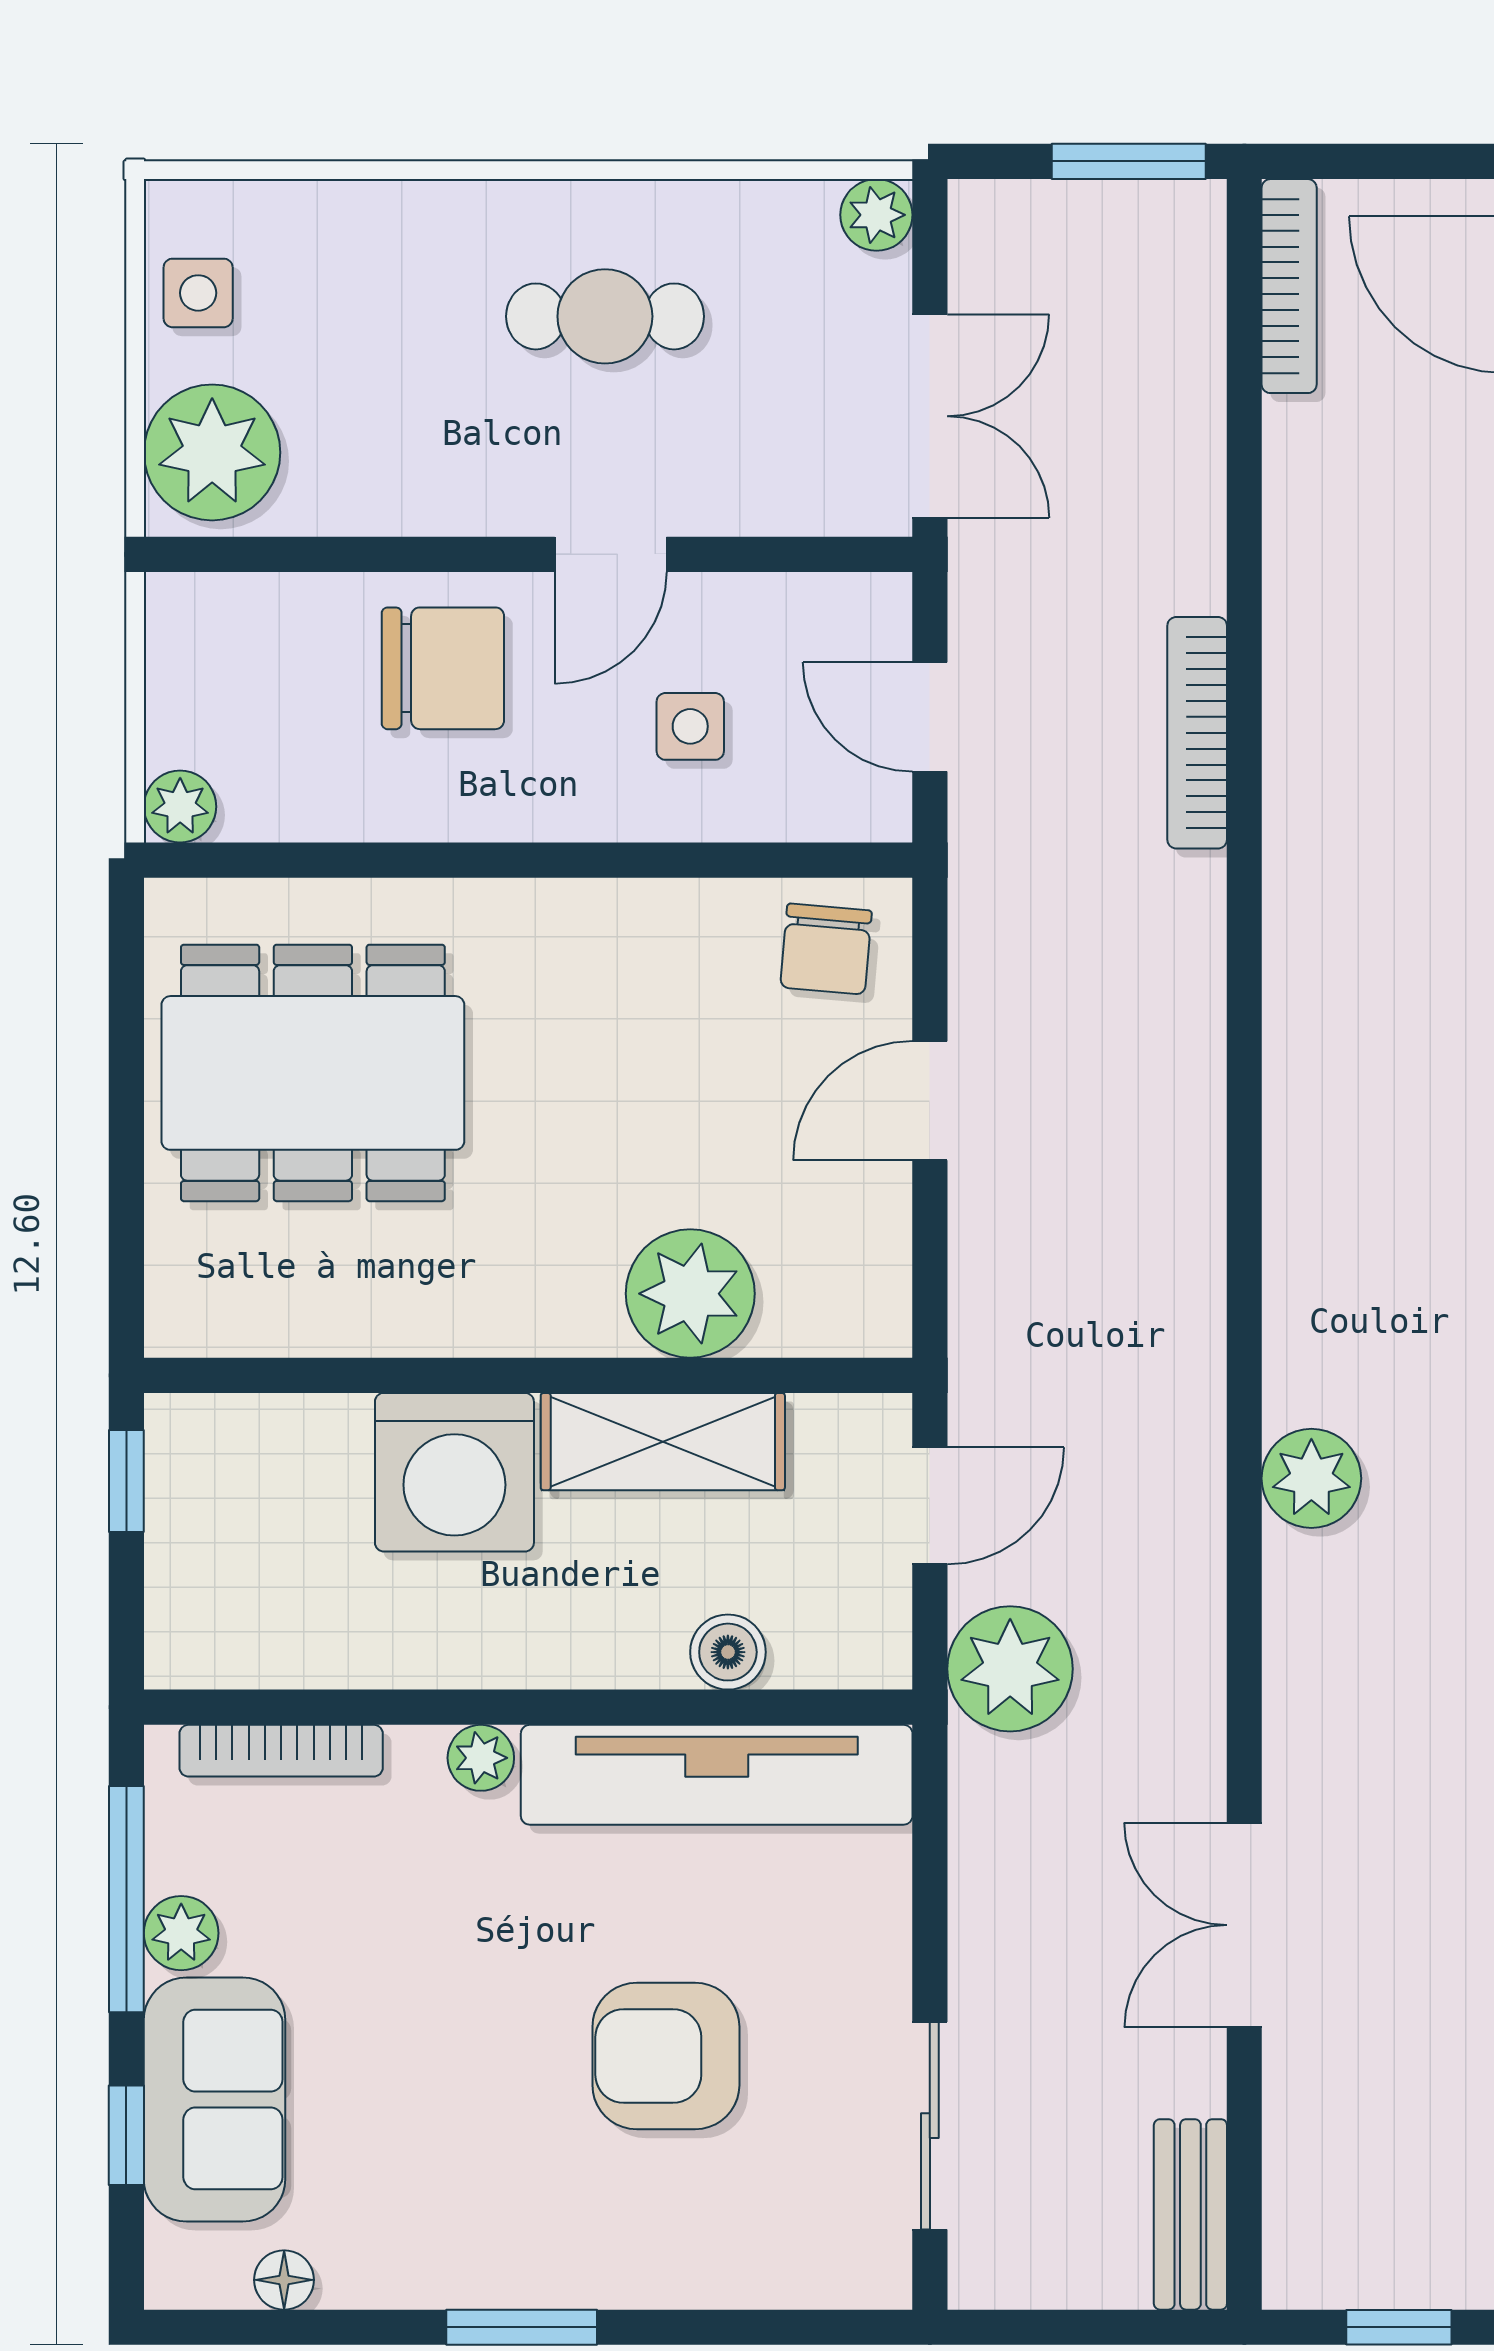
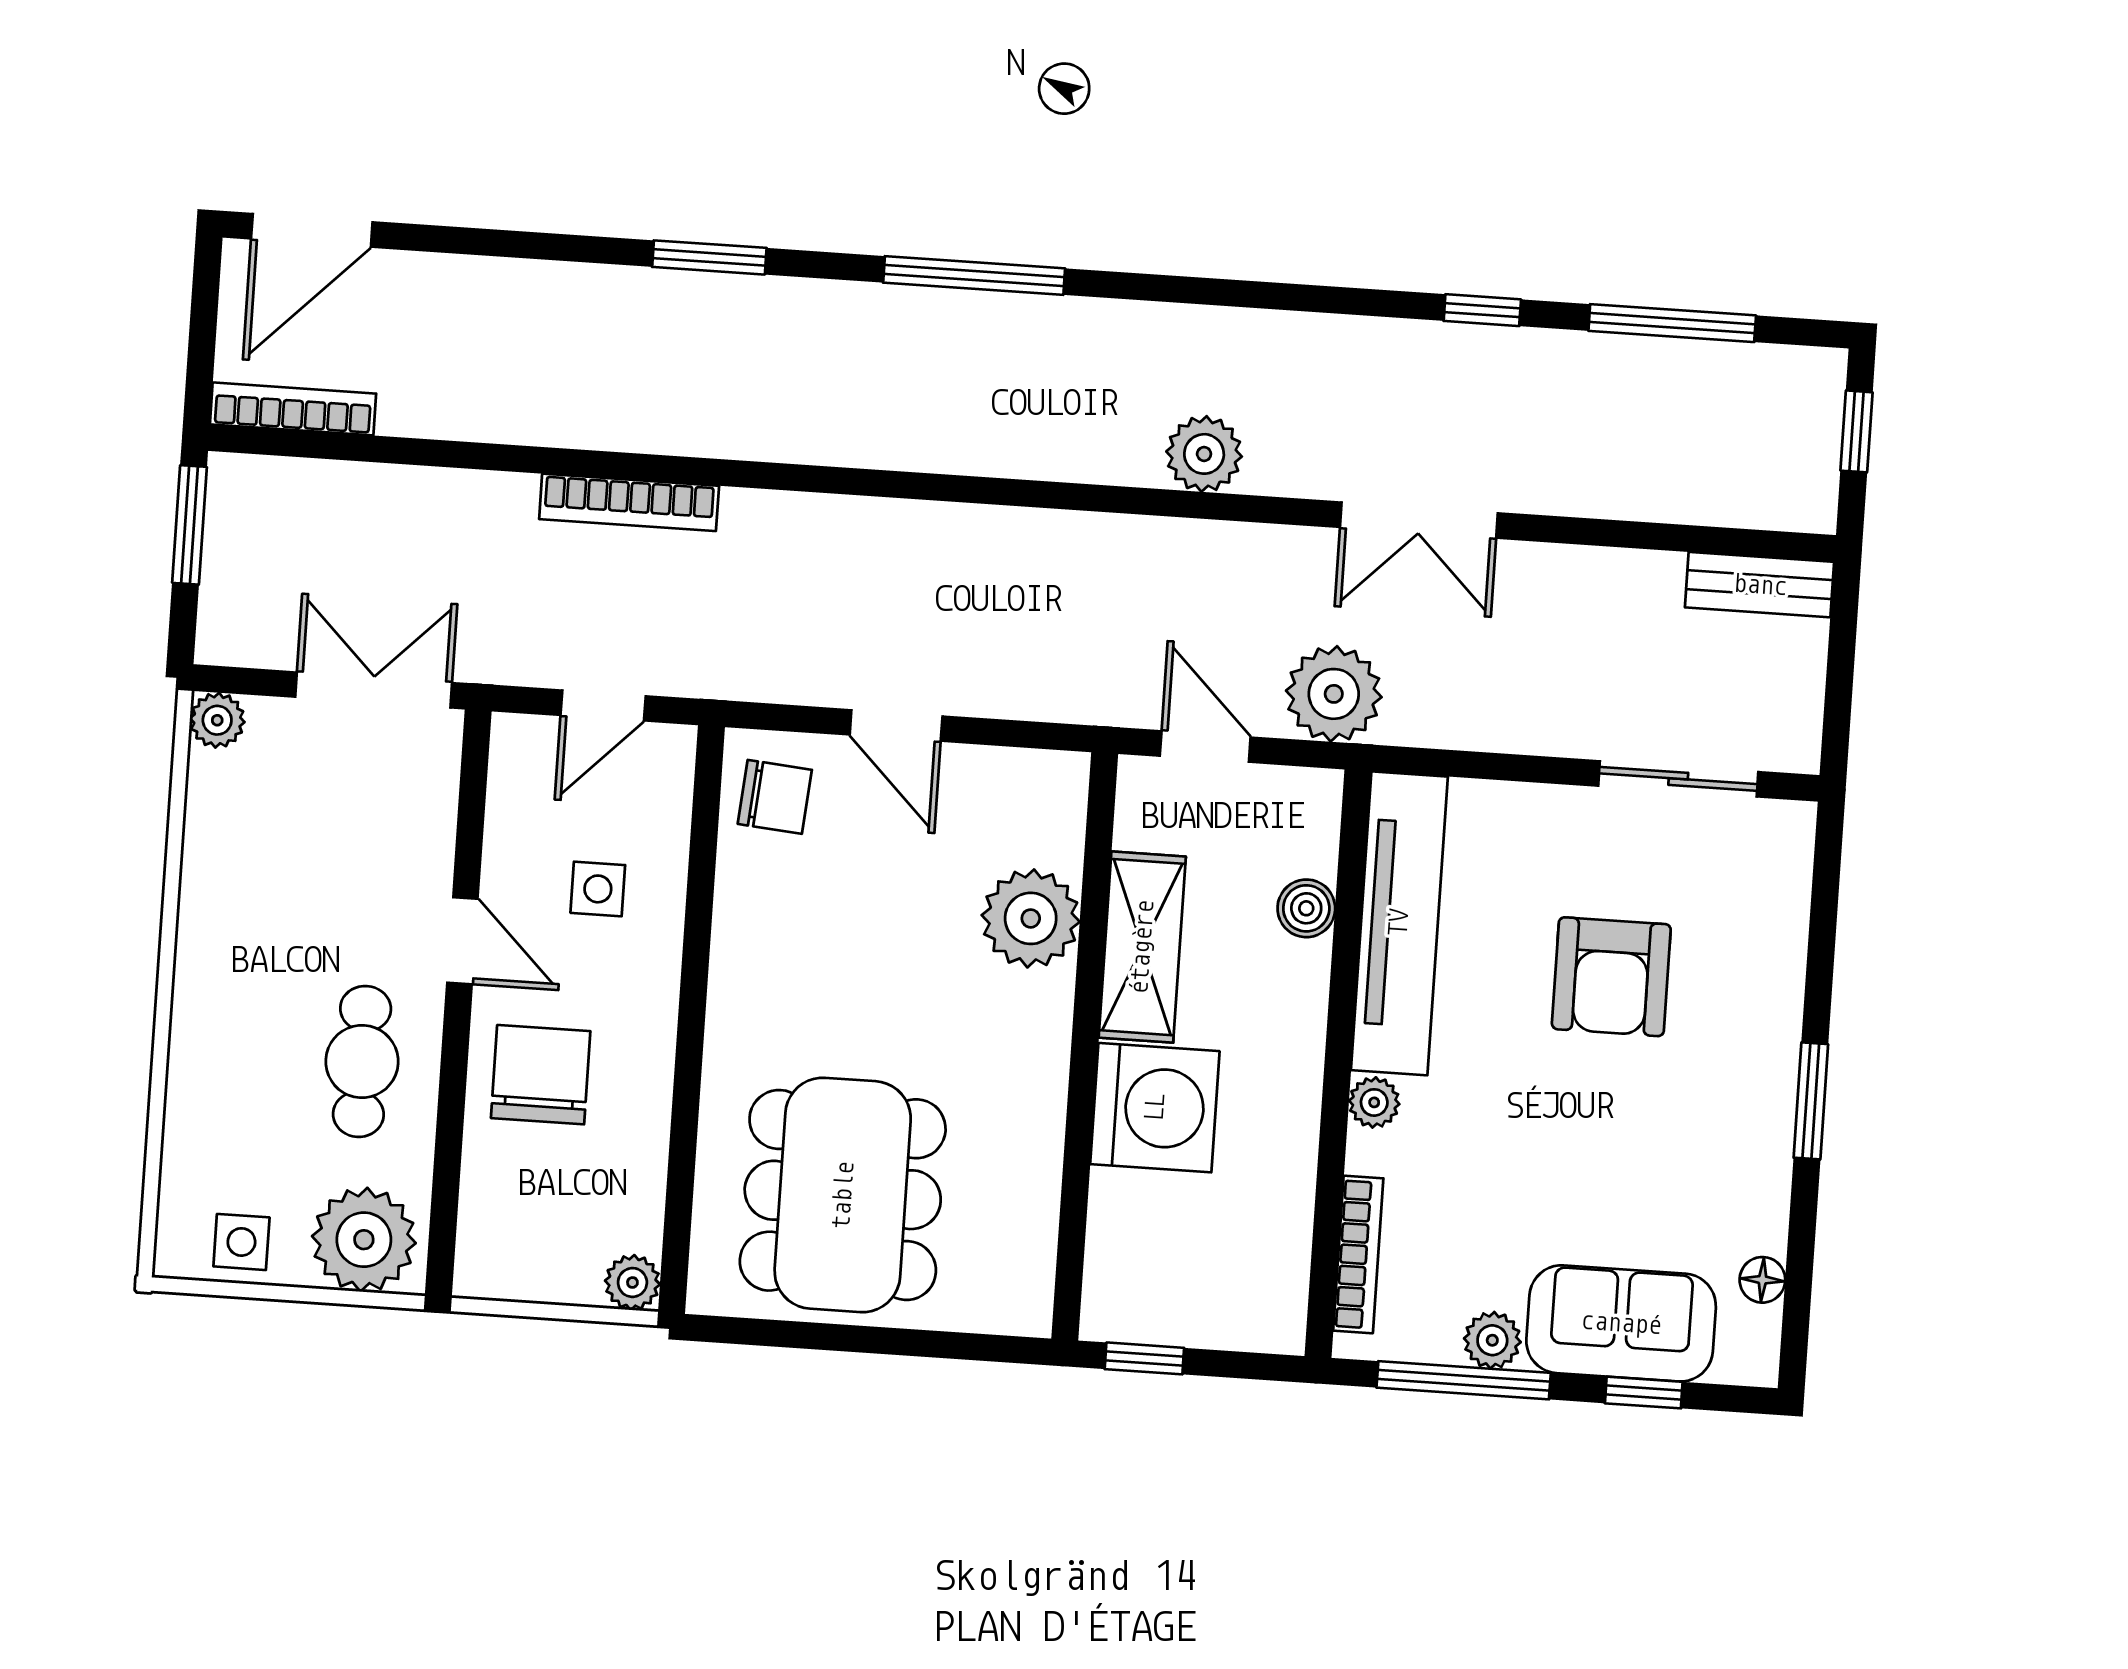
cafe table: (605, 316) -> (362, 1061), moved
double door: (1244, 1925) -> (1419, 520), moved

